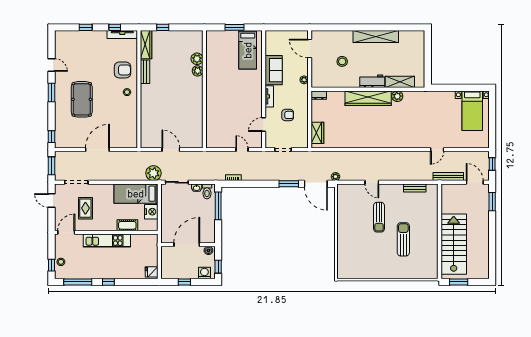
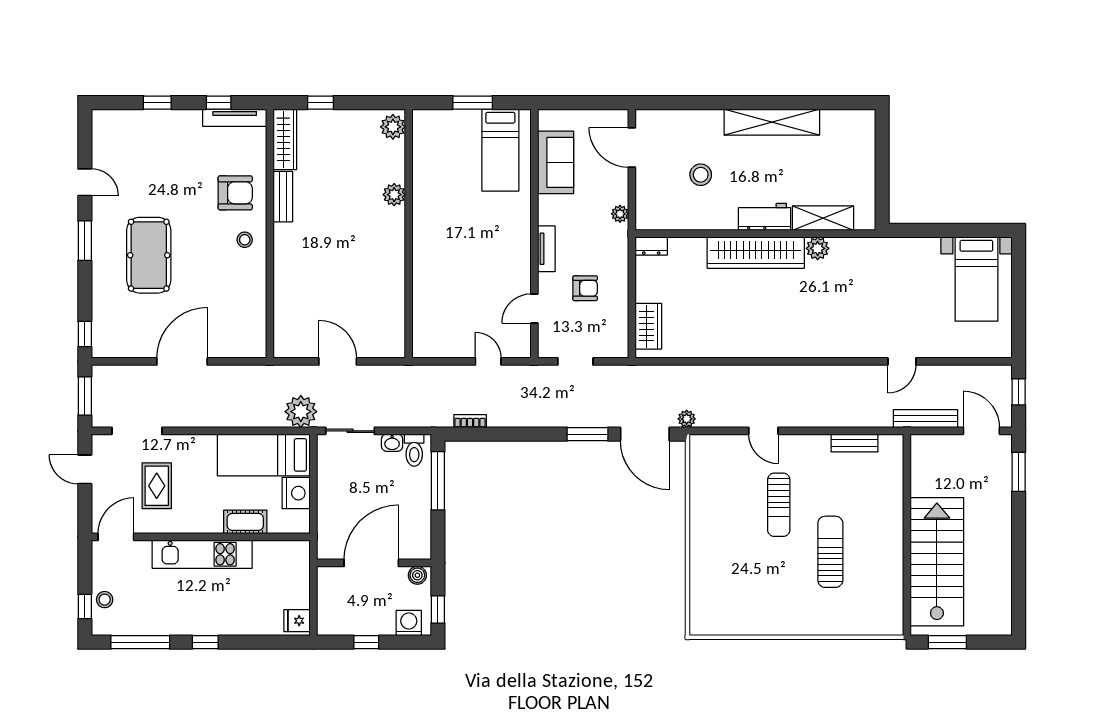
plant: (197, 59) -> (393, 127), moved
sofa: (274, 70) -> (556, 162), moved

